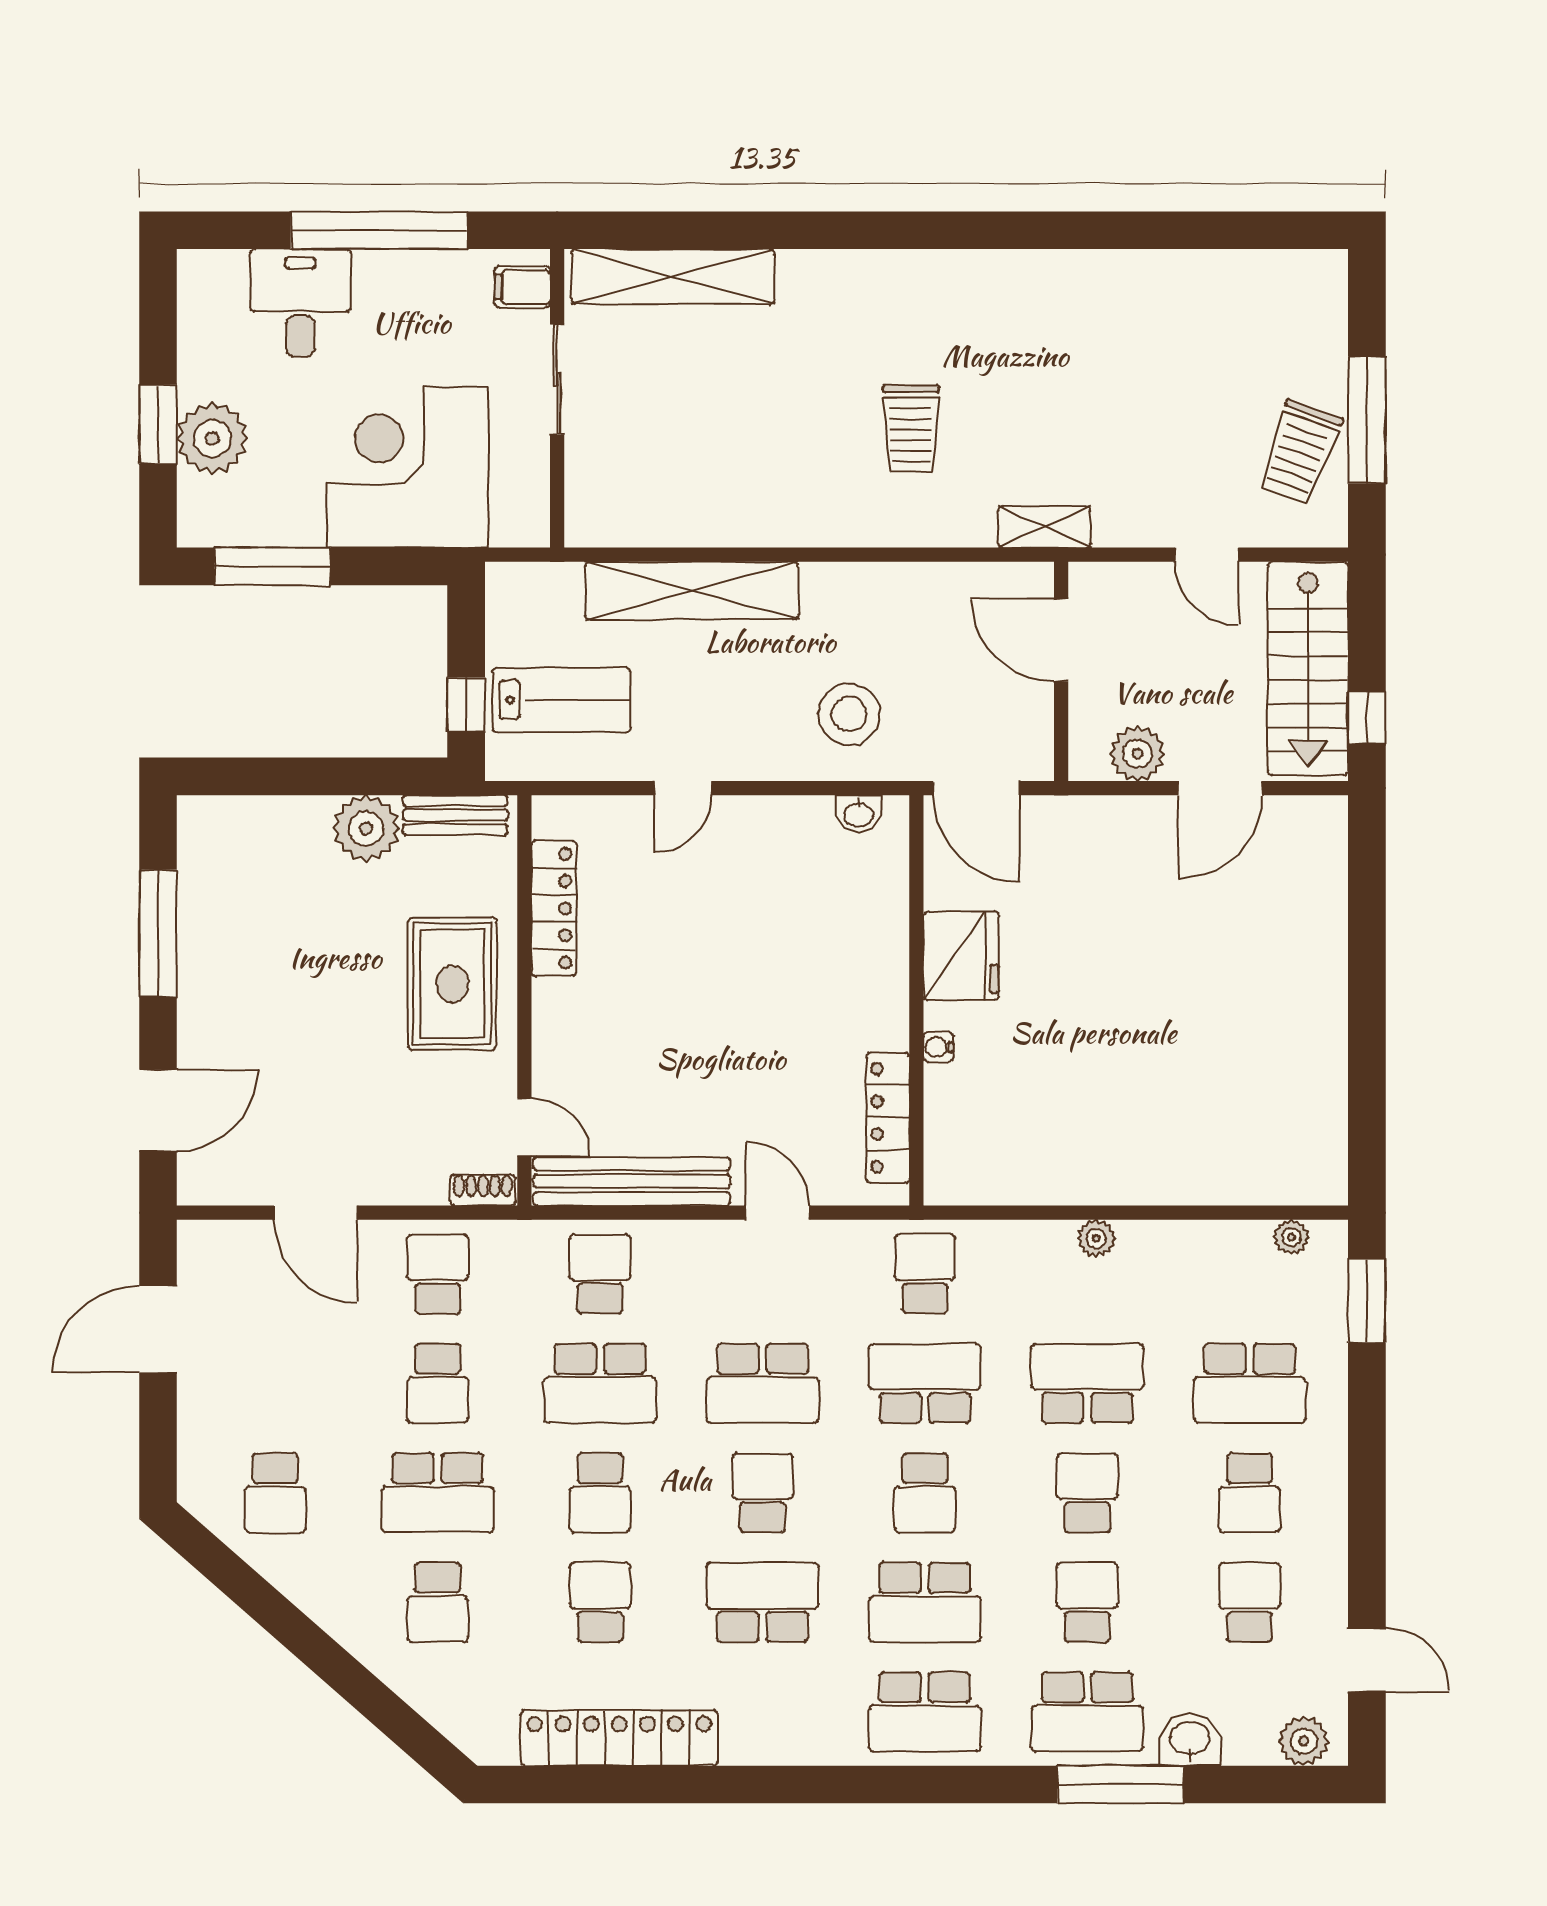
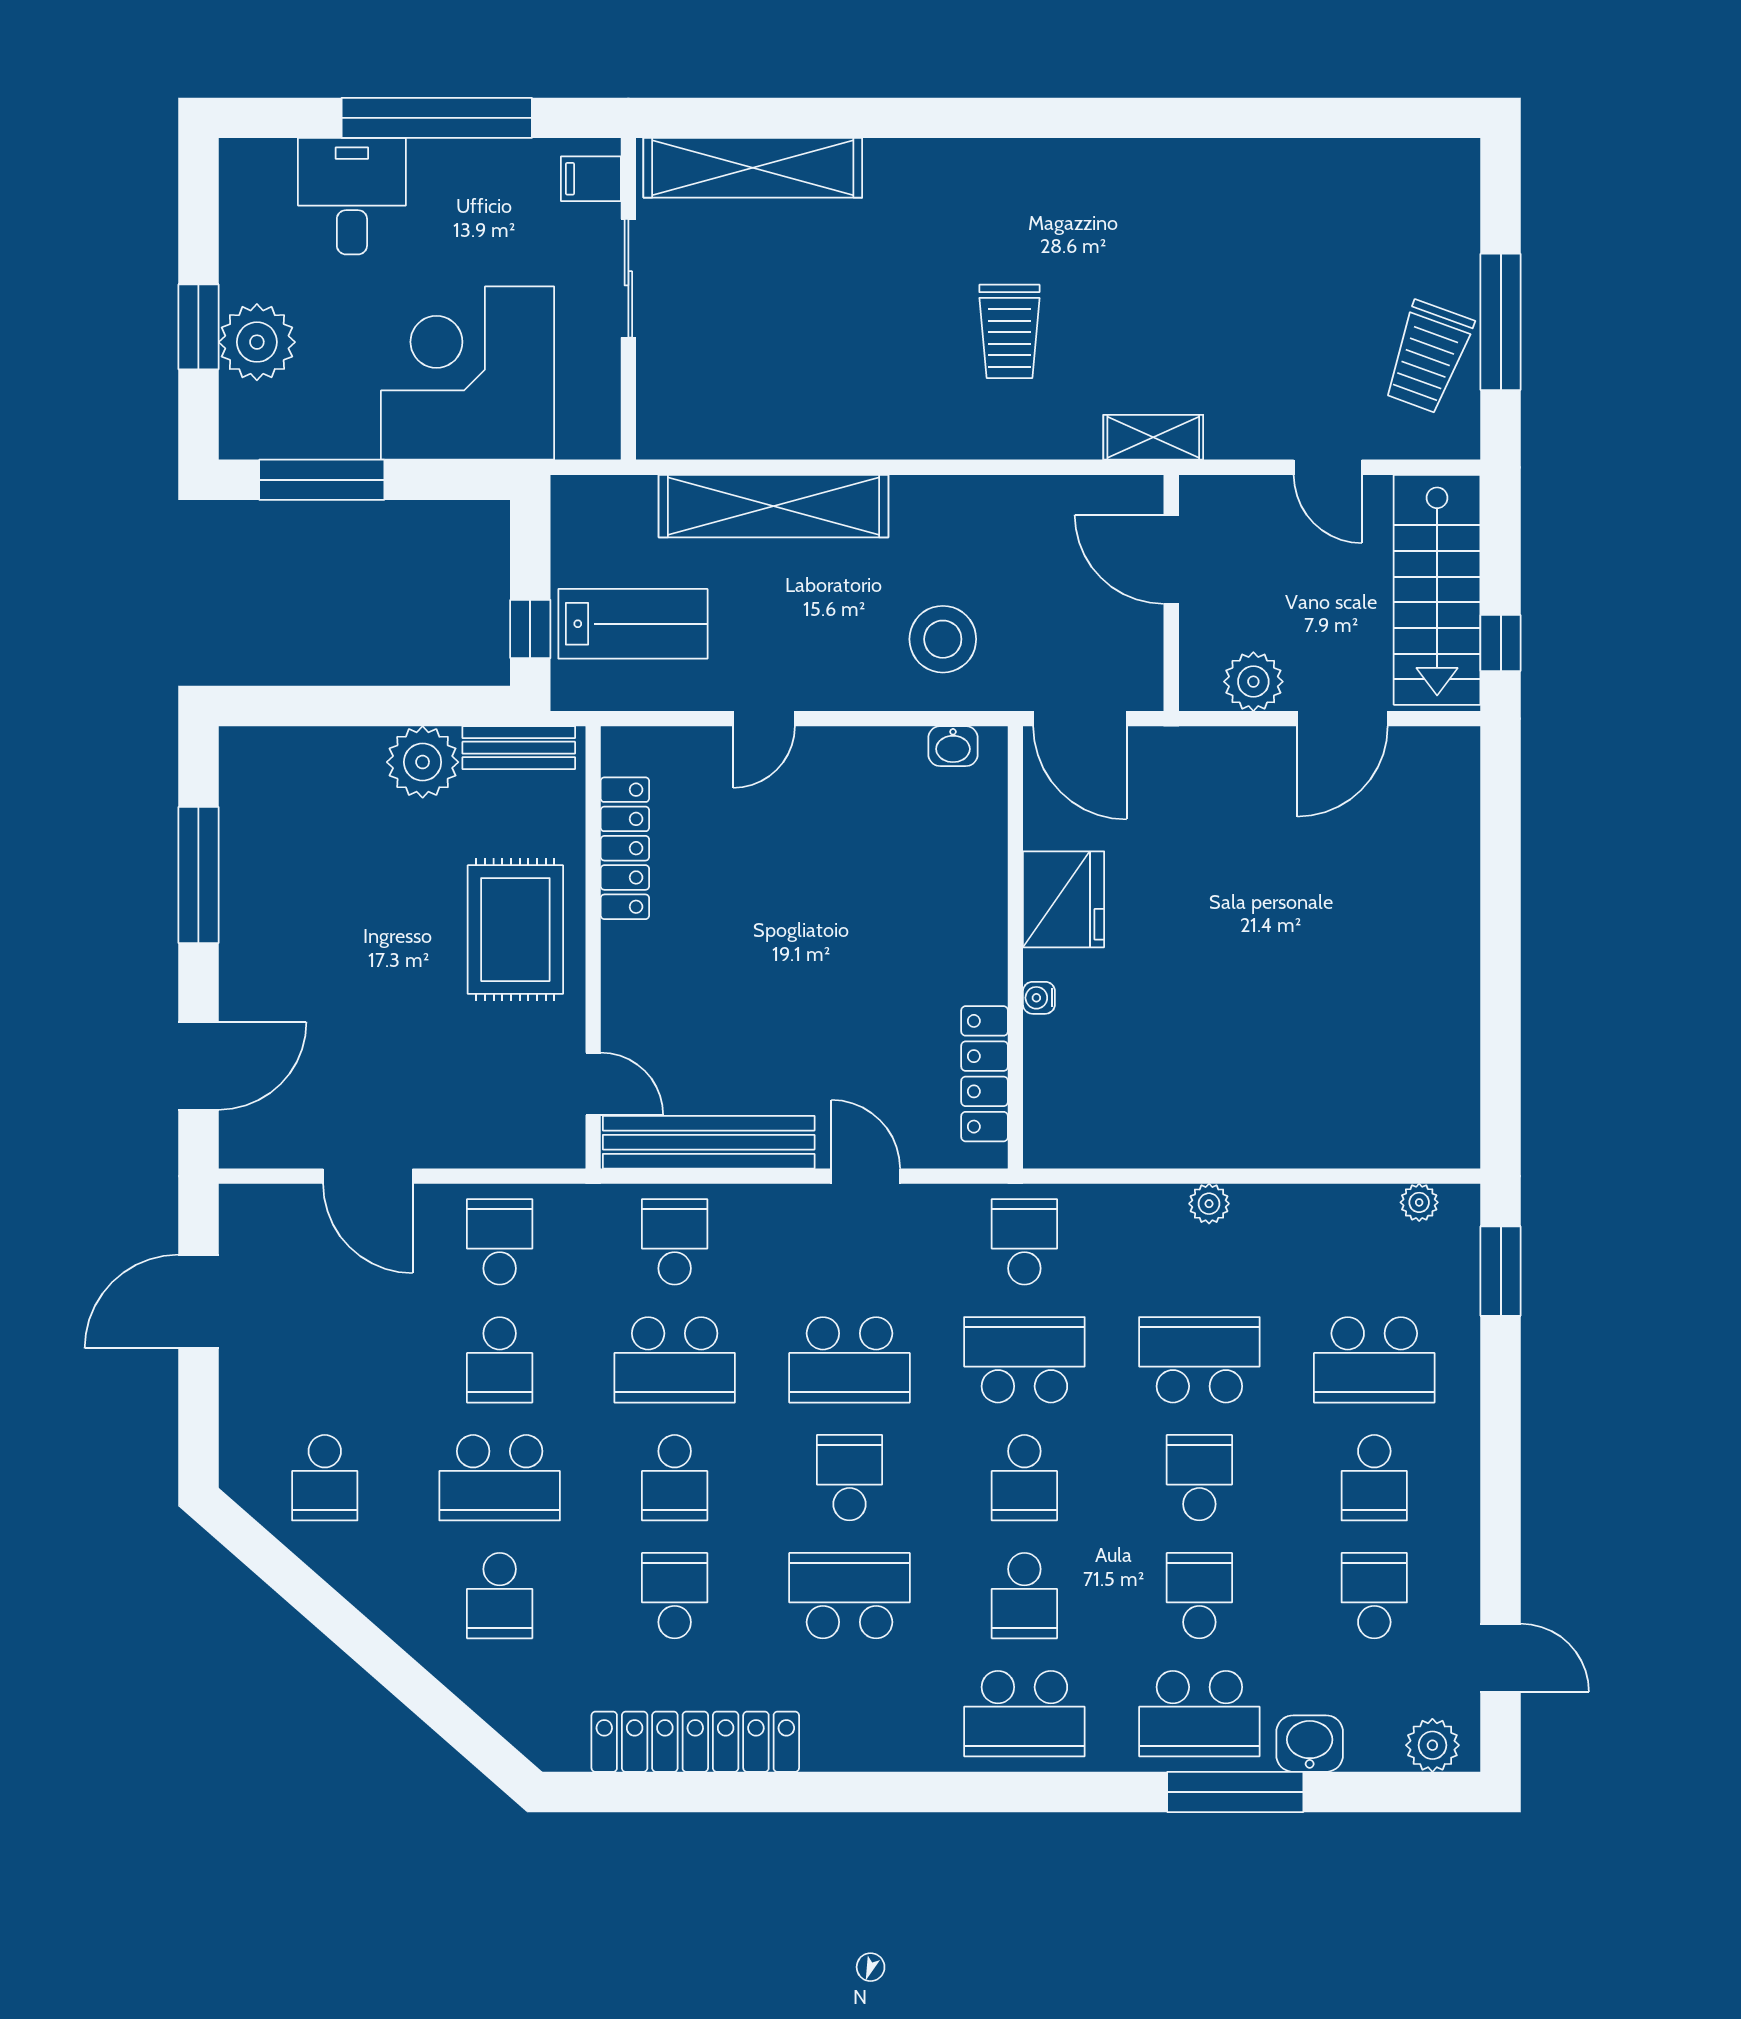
shoe rack: (483, 1190) -> (548, 1152), removed
school desk: (925, 1602) -> (1024, 1596), width x0.54

